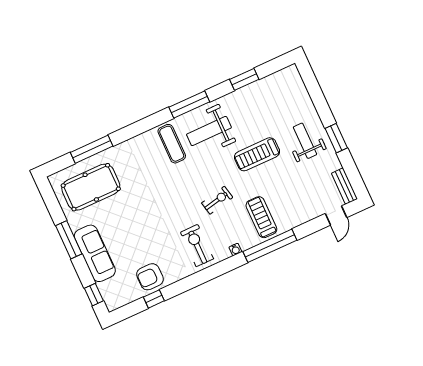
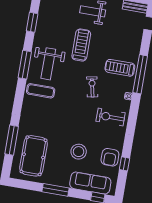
treadmill: (257, 154) -> (81, 45), turned 180
stool: (132, 236) -> (79, 152), added
sofa: (95, 253) -> (90, 183), moved

